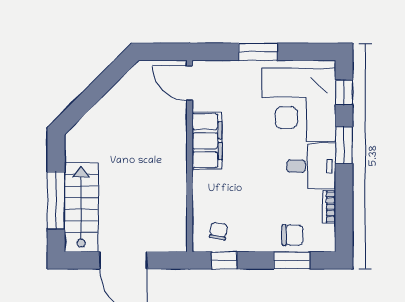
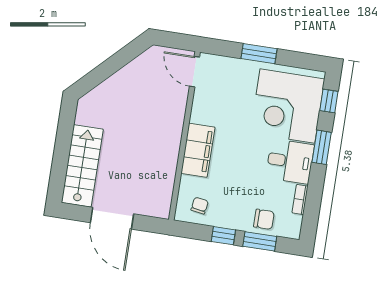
filing cabinet: (207, 141) -> (198, 150), moved
window: (56, 200) -> (61, 156), removed
window: (224, 260) -> (223, 236), moved

